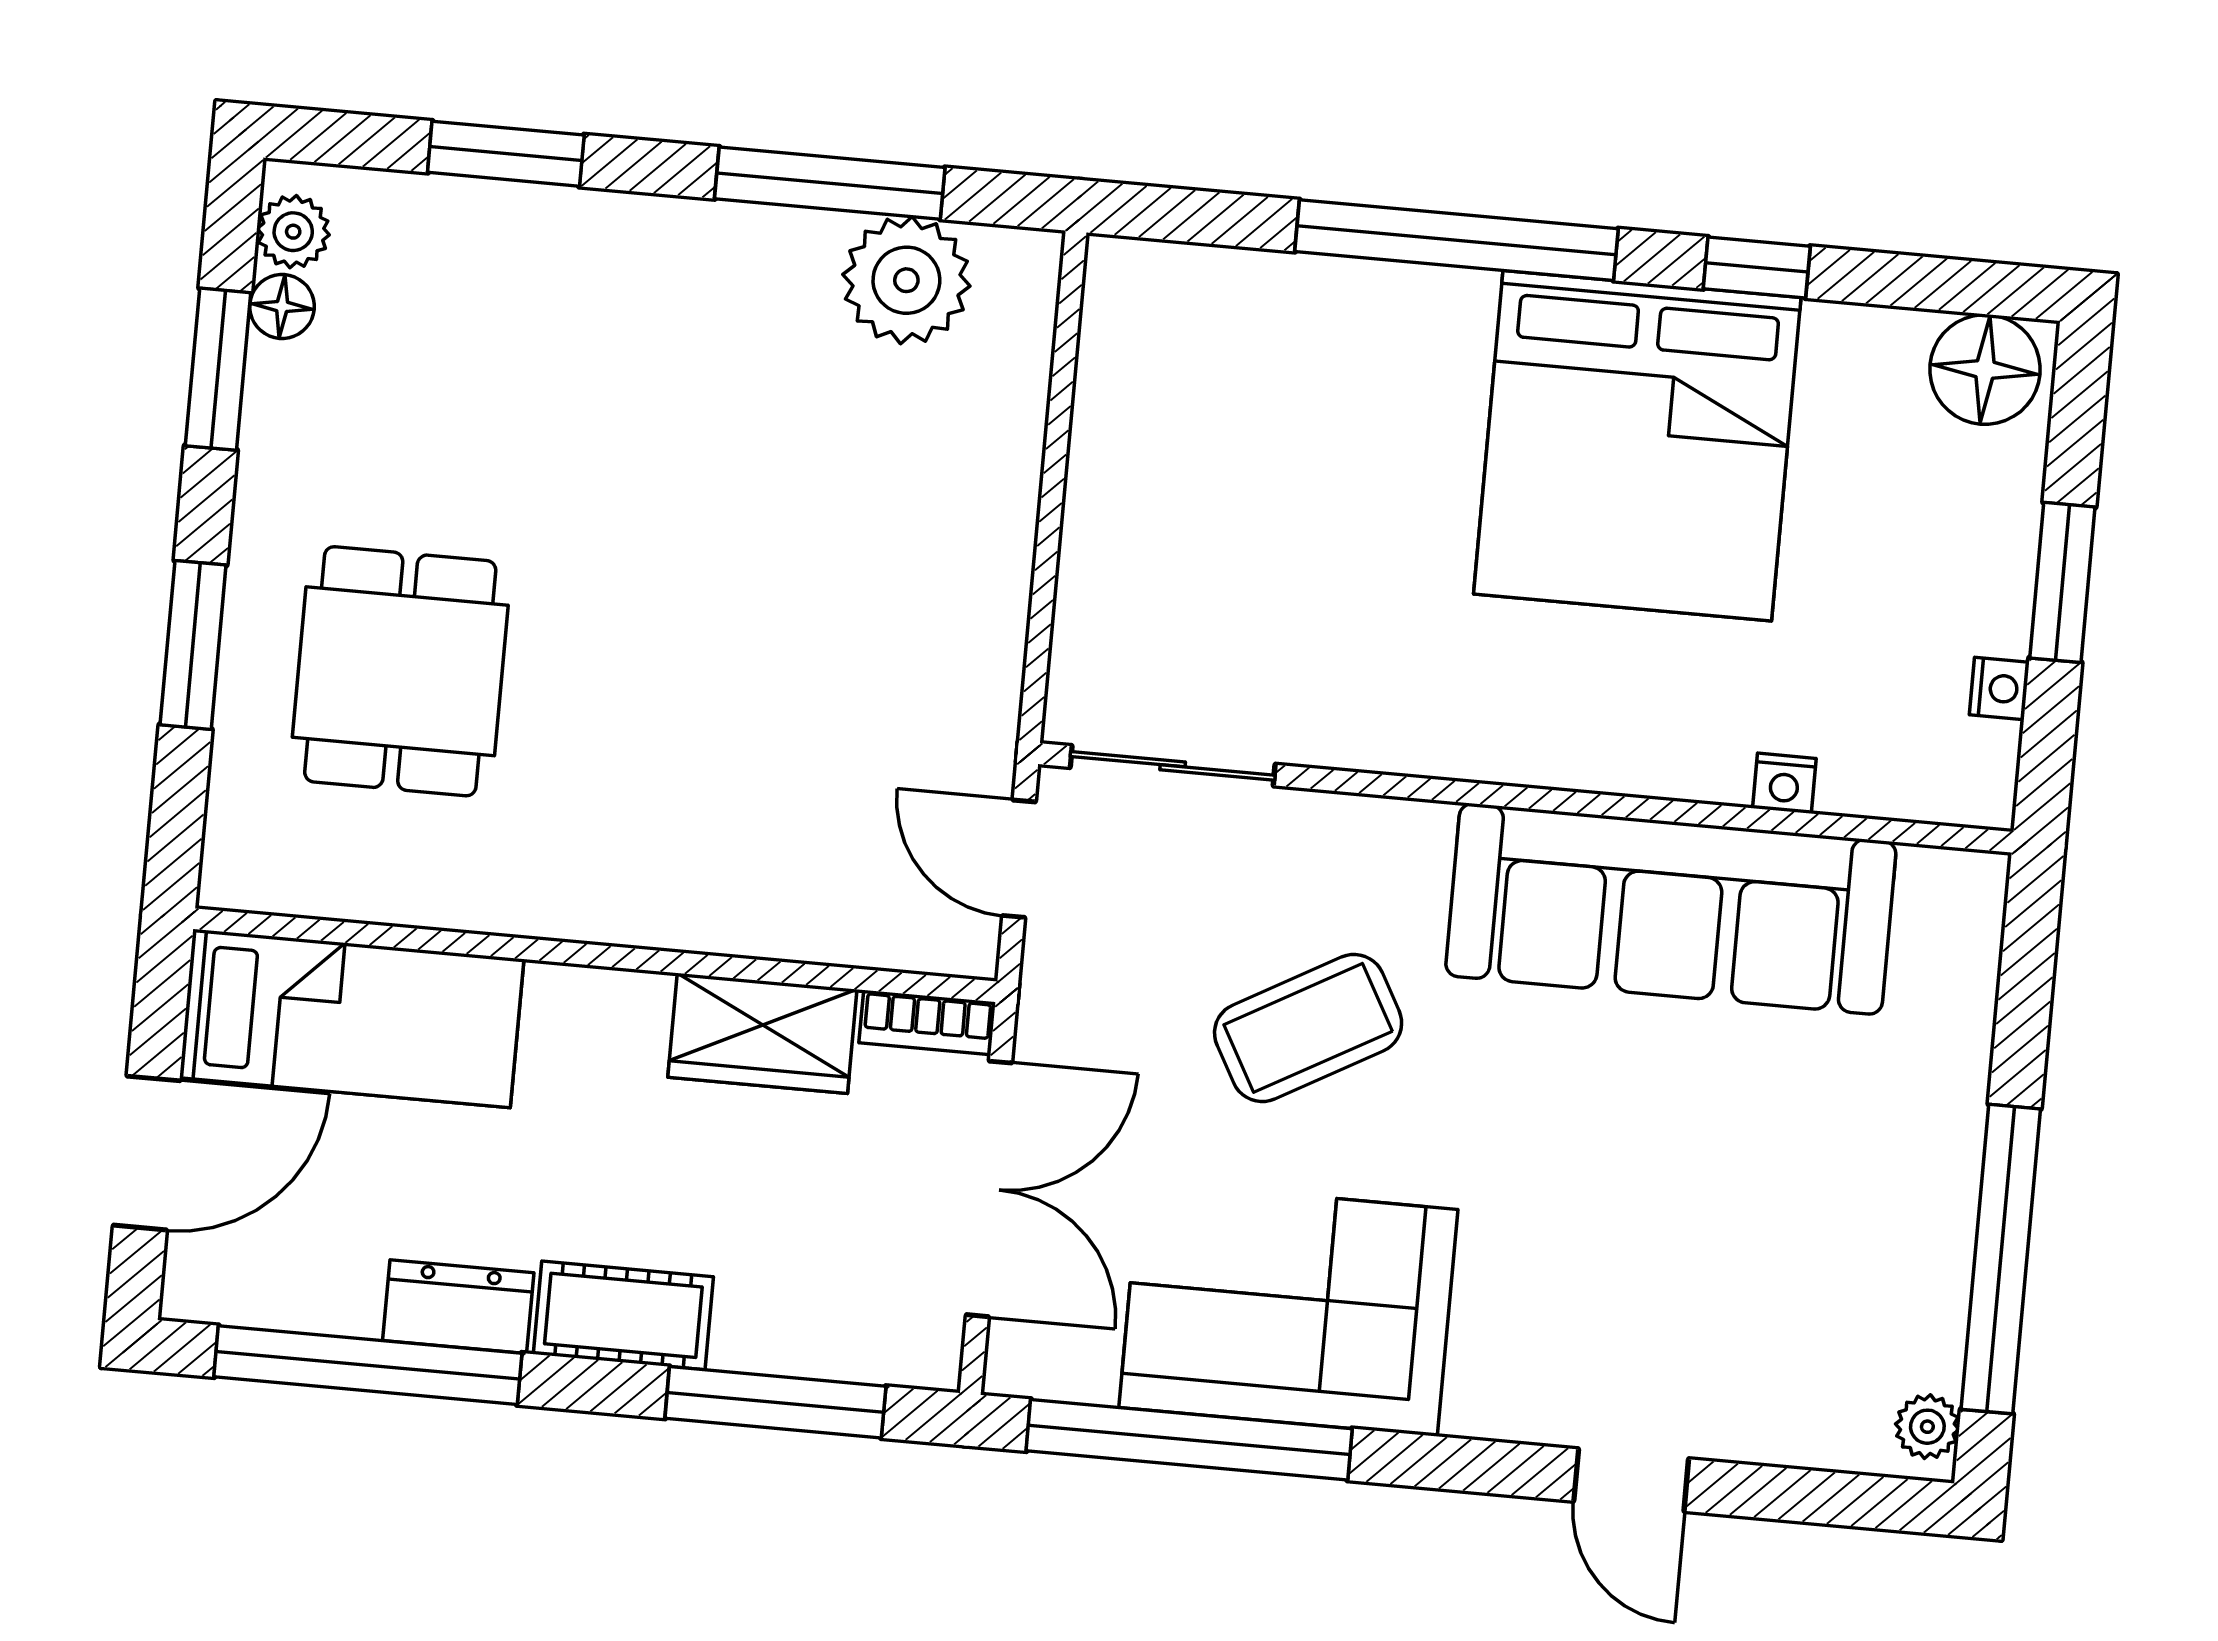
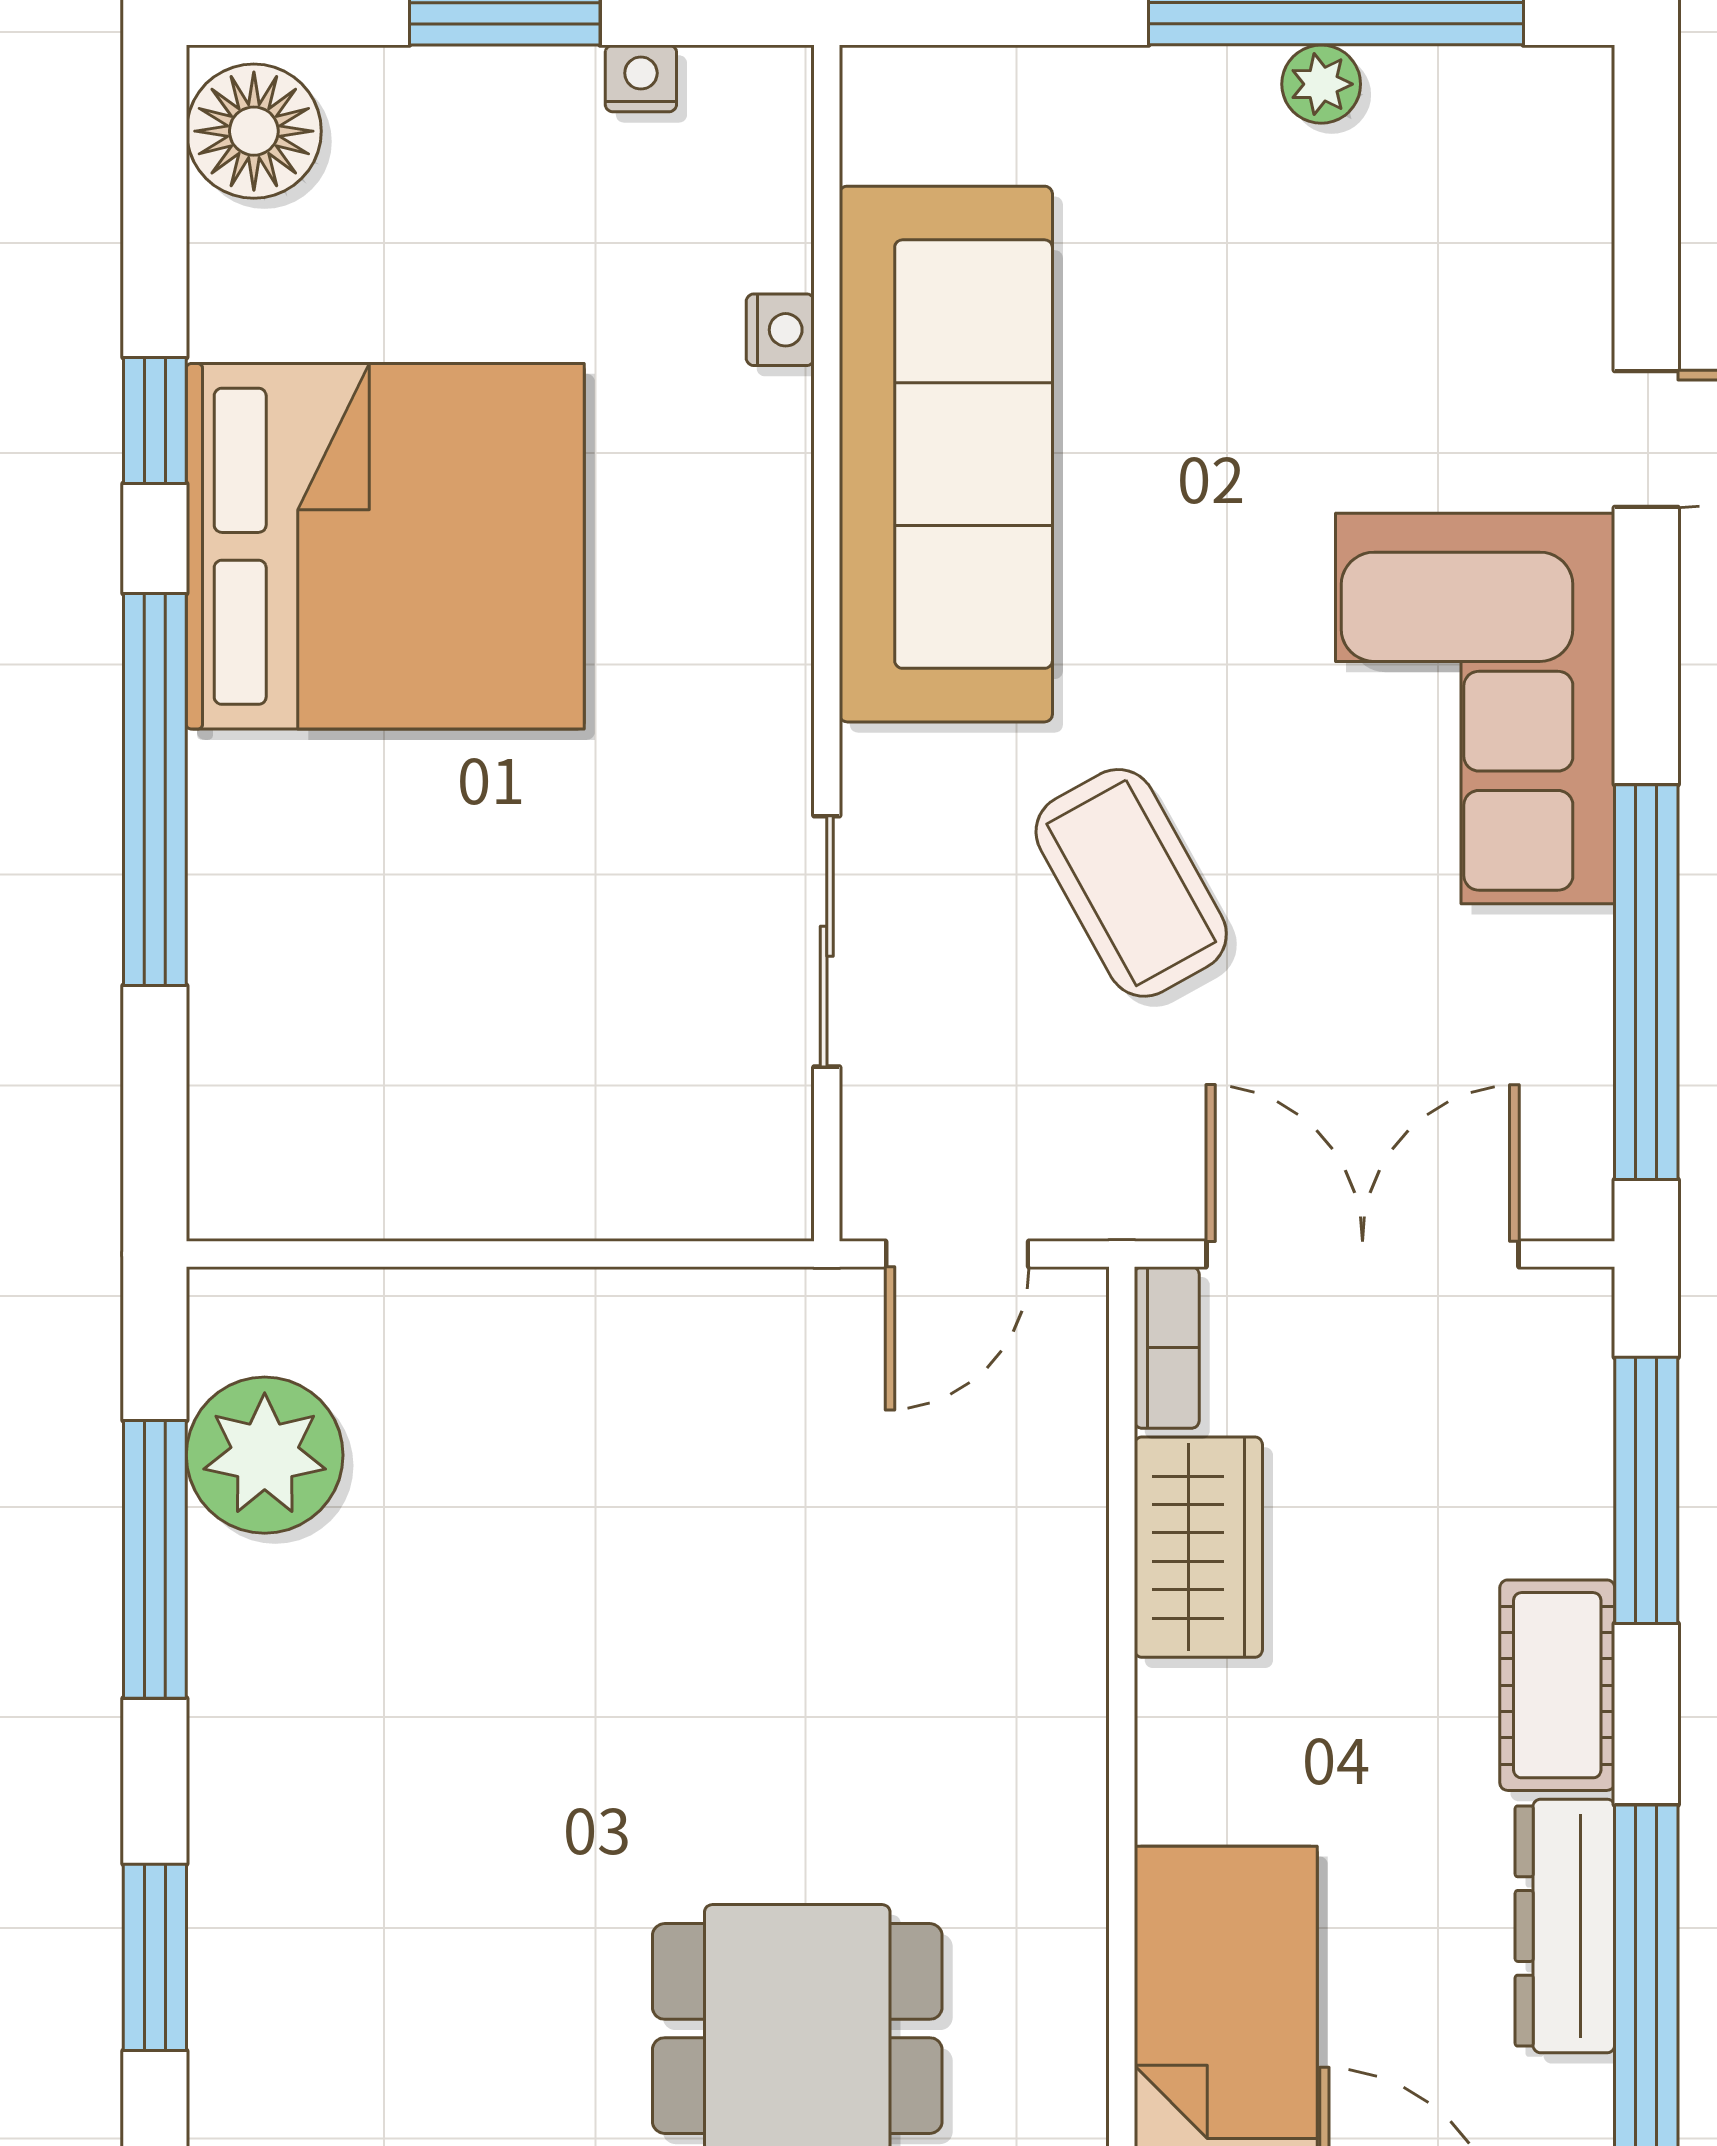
sliding door: (1173, 766) -> (827, 941), moved
dresser: (458, 1307) -> (1565, 1926), width x1.44
corner sofa: (1288, 1308) -> (1475, 708), moved
plant: (1927, 1427) -> (1321, 84), moved

